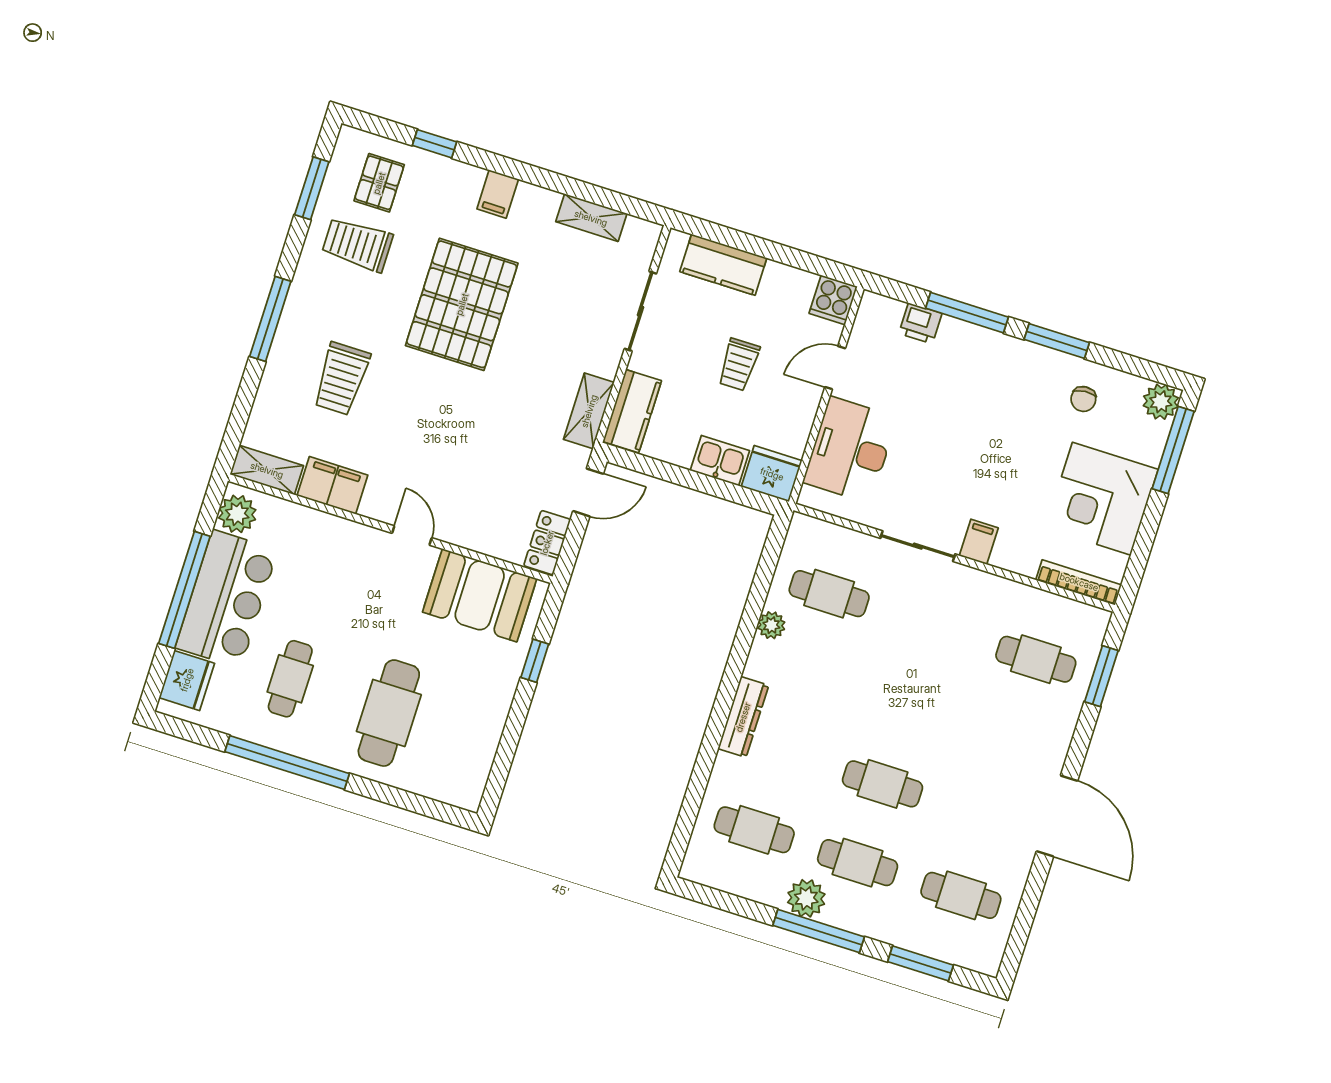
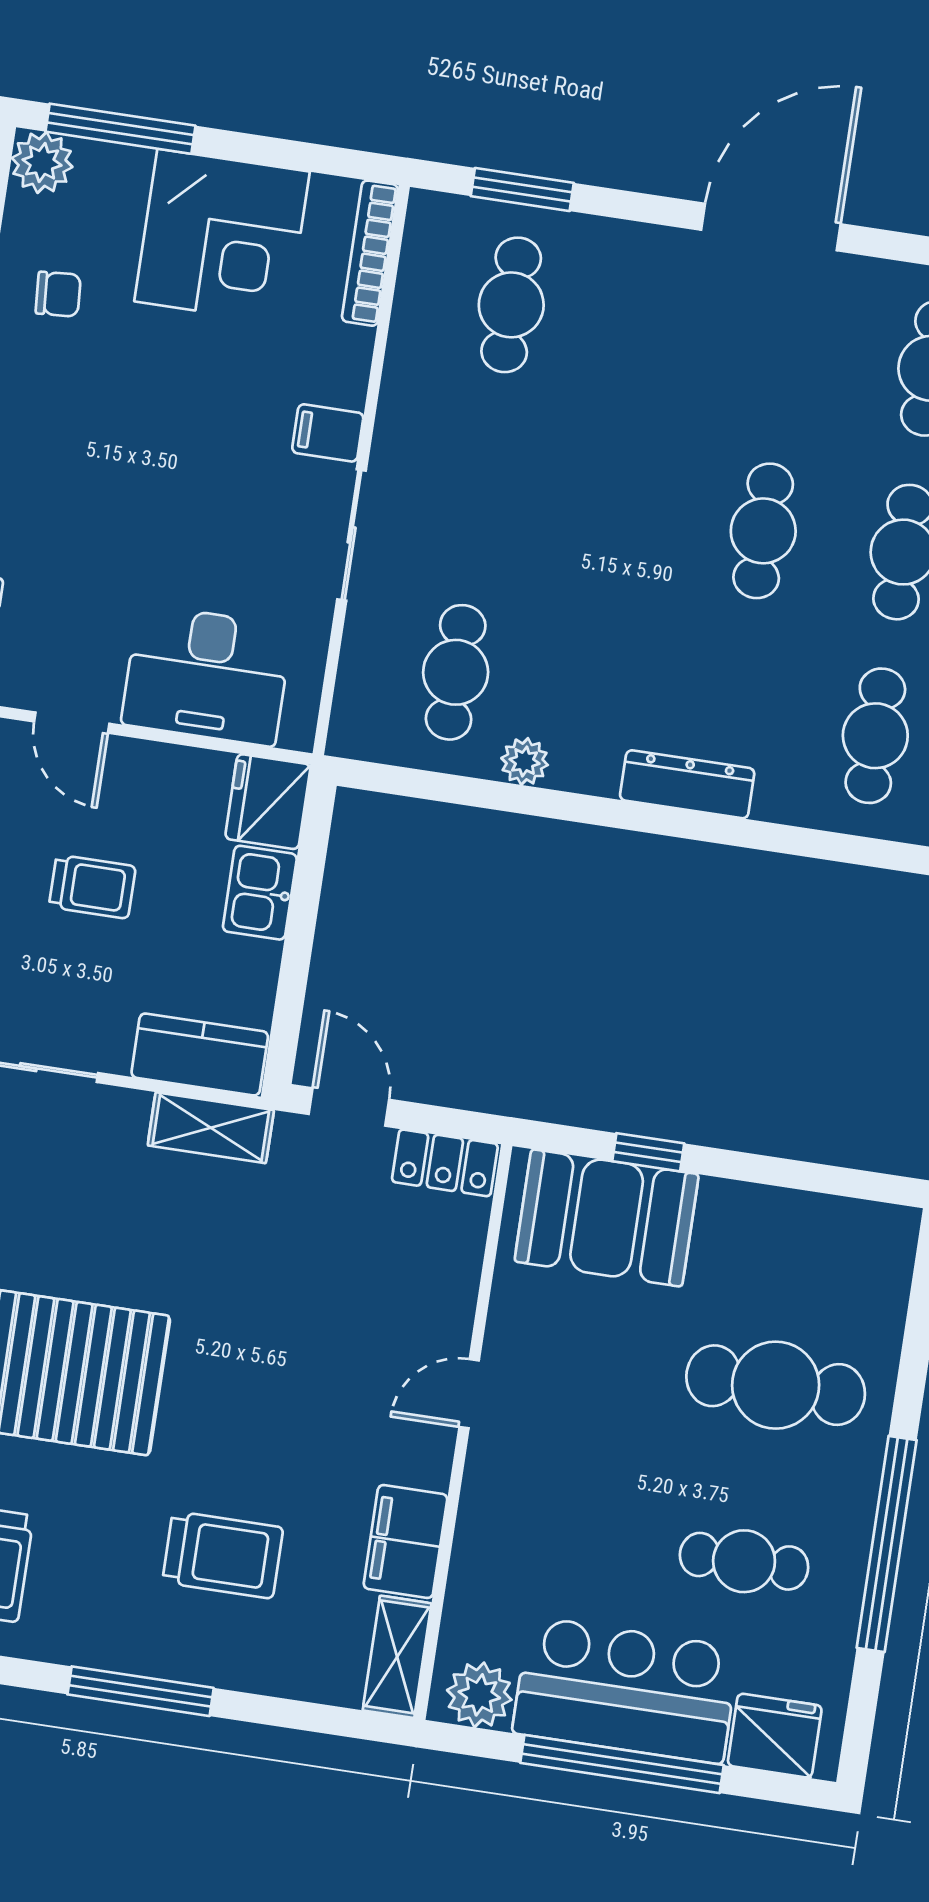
booth: (480, 595) -> (607, 1218), moved, turned 90

